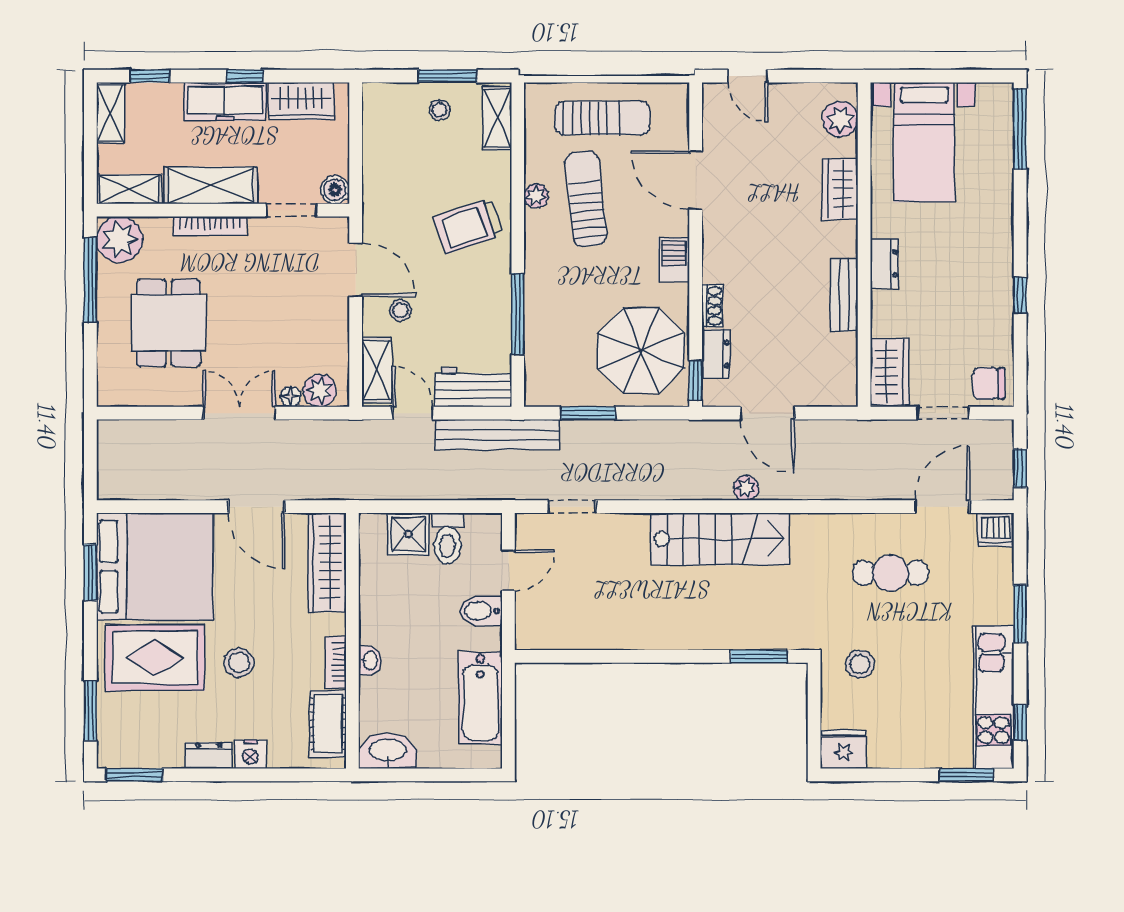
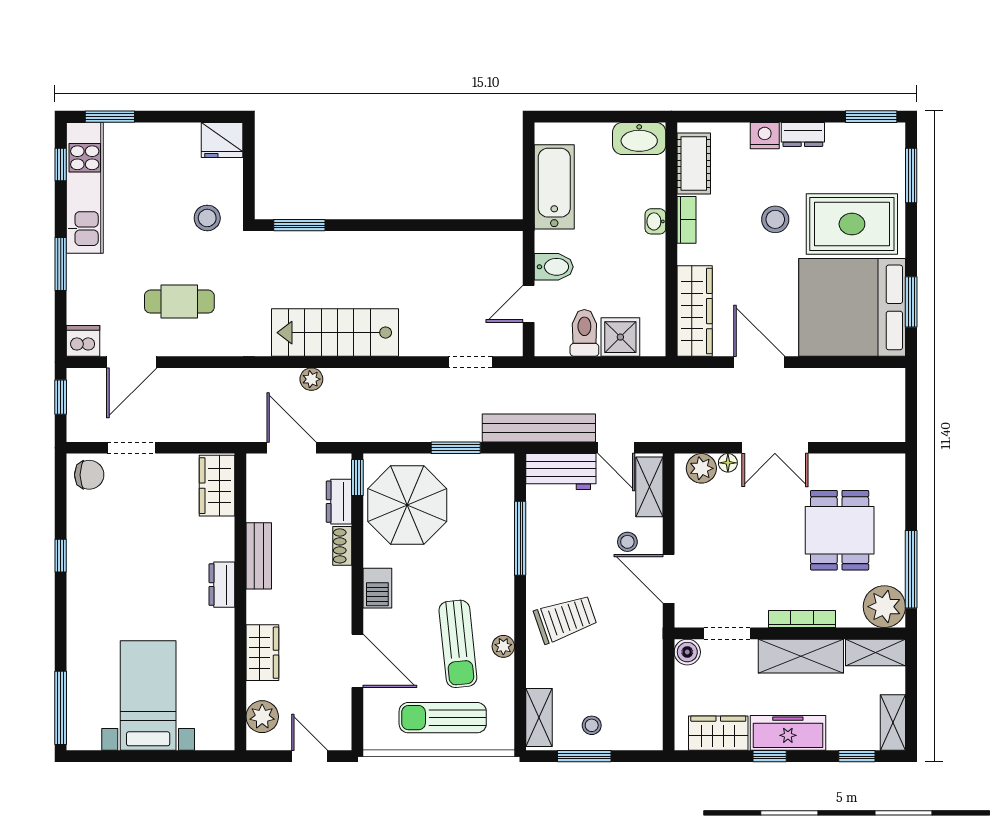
plant: (840, 119) -> (262, 717), moved
wardrobe: (840, 189) -> (262, 653), moved
wall: (864, 245) -> (240, 602), moved
dresser: (884, 263) -> (222, 585), moved
bench: (844, 295) -> (259, 556), moved
wardrobe: (890, 372) -> (217, 486), moved

